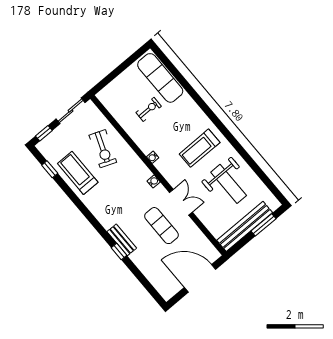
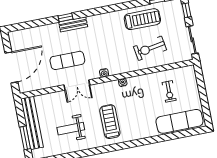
exercise bike: (149, 109) -> (169, 91), moved
exercise bike: (103, 149) -> (150, 48), turned -31
weight bench: (229, 184) -> (71, 129), width x0.73, depth x0.75

